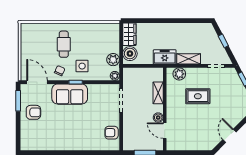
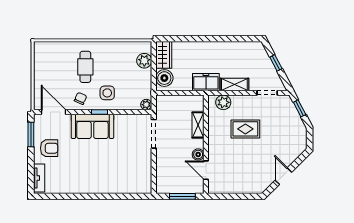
plant: (113, 60) -> (144, 61), moved
armchair: (112, 133) -> (142, 172), removed
tv unit: (25, 137) -> (39, 178), added

